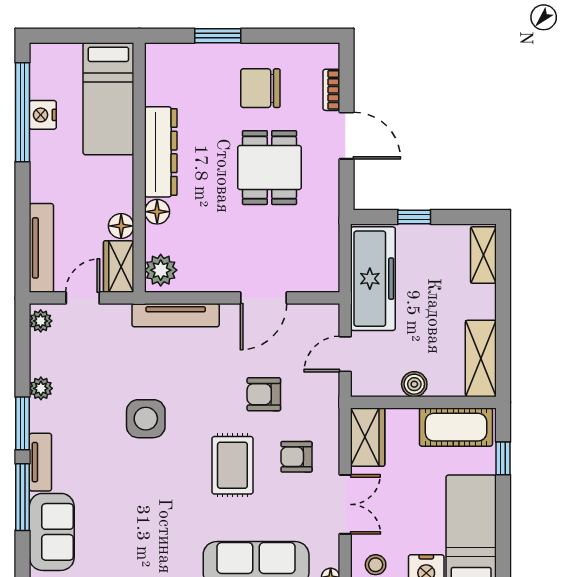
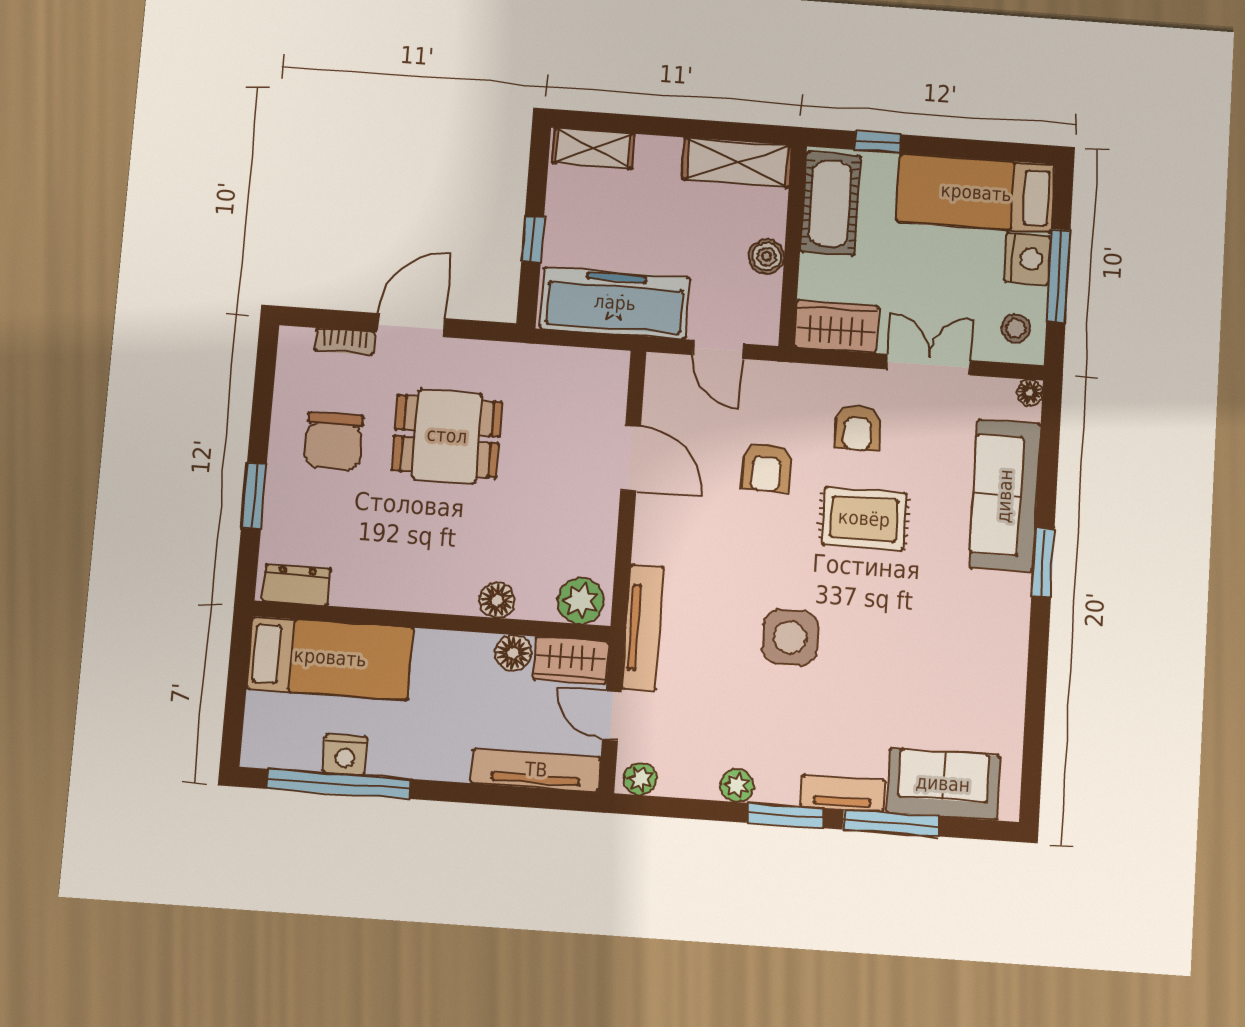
dresser: (161, 152) -> (296, 585), moved, width x0.51, depth x0.80
tv unit: (176, 315) -> (643, 628), moved

